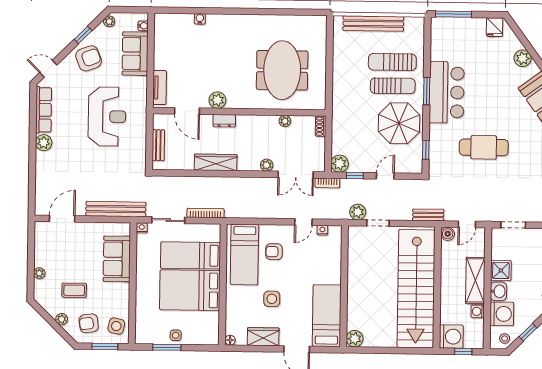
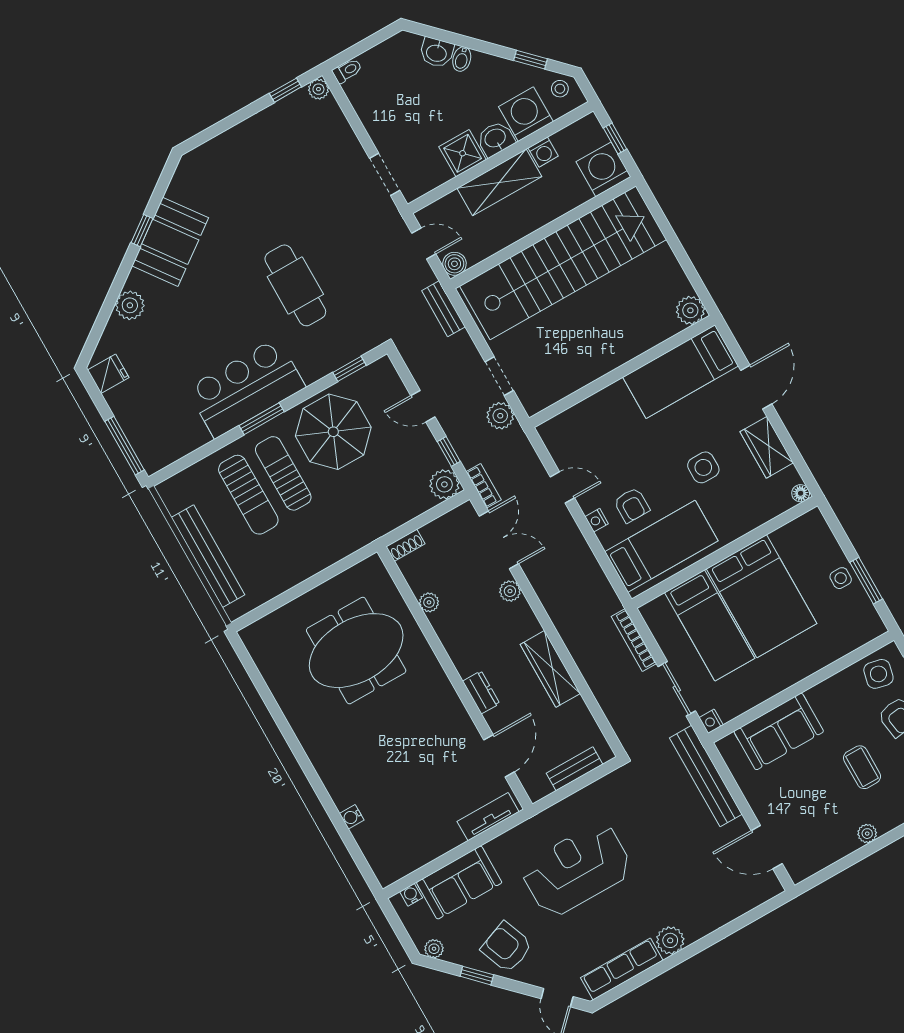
plant: (217, 100) -> (457, 720), removed
nightstand: (322, 230) -> (597, 520), moved

